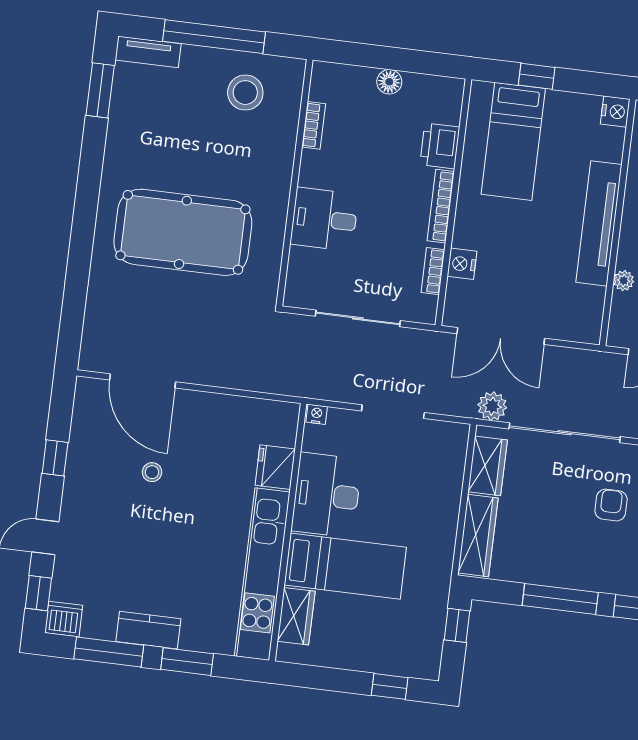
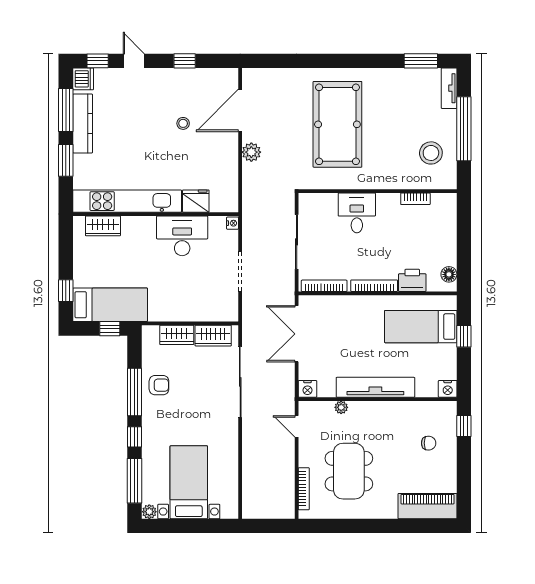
floor lamp: (389, 82) -> (449, 274), moved
nightstand: (462, 264) -> (307, 389), moved, turned 180
bookcase: (433, 271) -> (324, 286), width x1.56
plant: (492, 406) -> (251, 152), moved
armchair: (611, 505) -> (159, 385), moved
wardrobe: (478, 536) -> (177, 335), width x0.67
bed: (345, 566) -> (110, 305), moved, turned -90
kitchen counter: (148, 630) -> (83, 124), width x1.50

